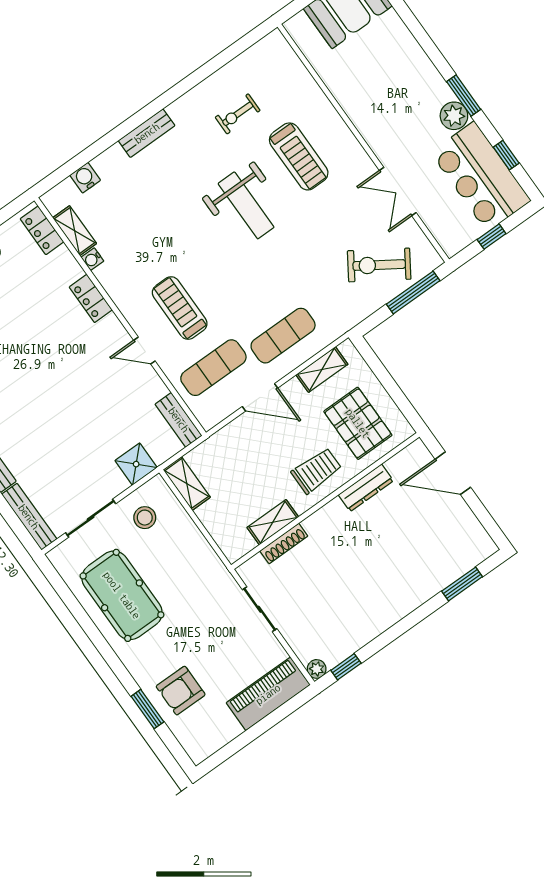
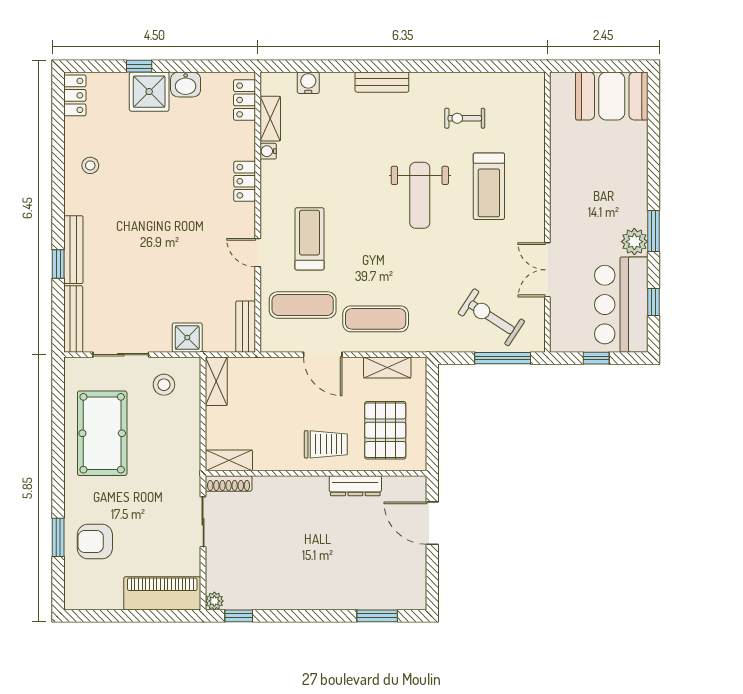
shelving: (273, 522) -> (229, 460), moved
shoe rack: (284, 543) -> (229, 483), moved

